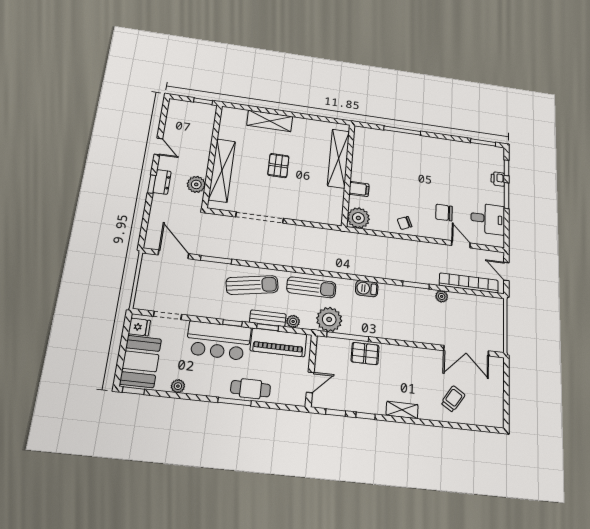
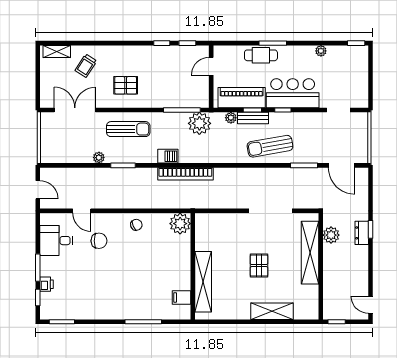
door: (158, 146) -> (370, 305), moved
filing cabinet: (359, 189) -> (181, 297), moved
bookcase: (469, 283) -> (185, 174), moved
sun lounger: (311, 287) -> (128, 129), moved, turned 180
fridge: (139, 327) -> (360, 97), removed
pallet: (365, 354) -> (126, 85), moved
booth: (141, 361) -> (354, 68), removed
shelving: (402, 410) -> (57, 51), moved

